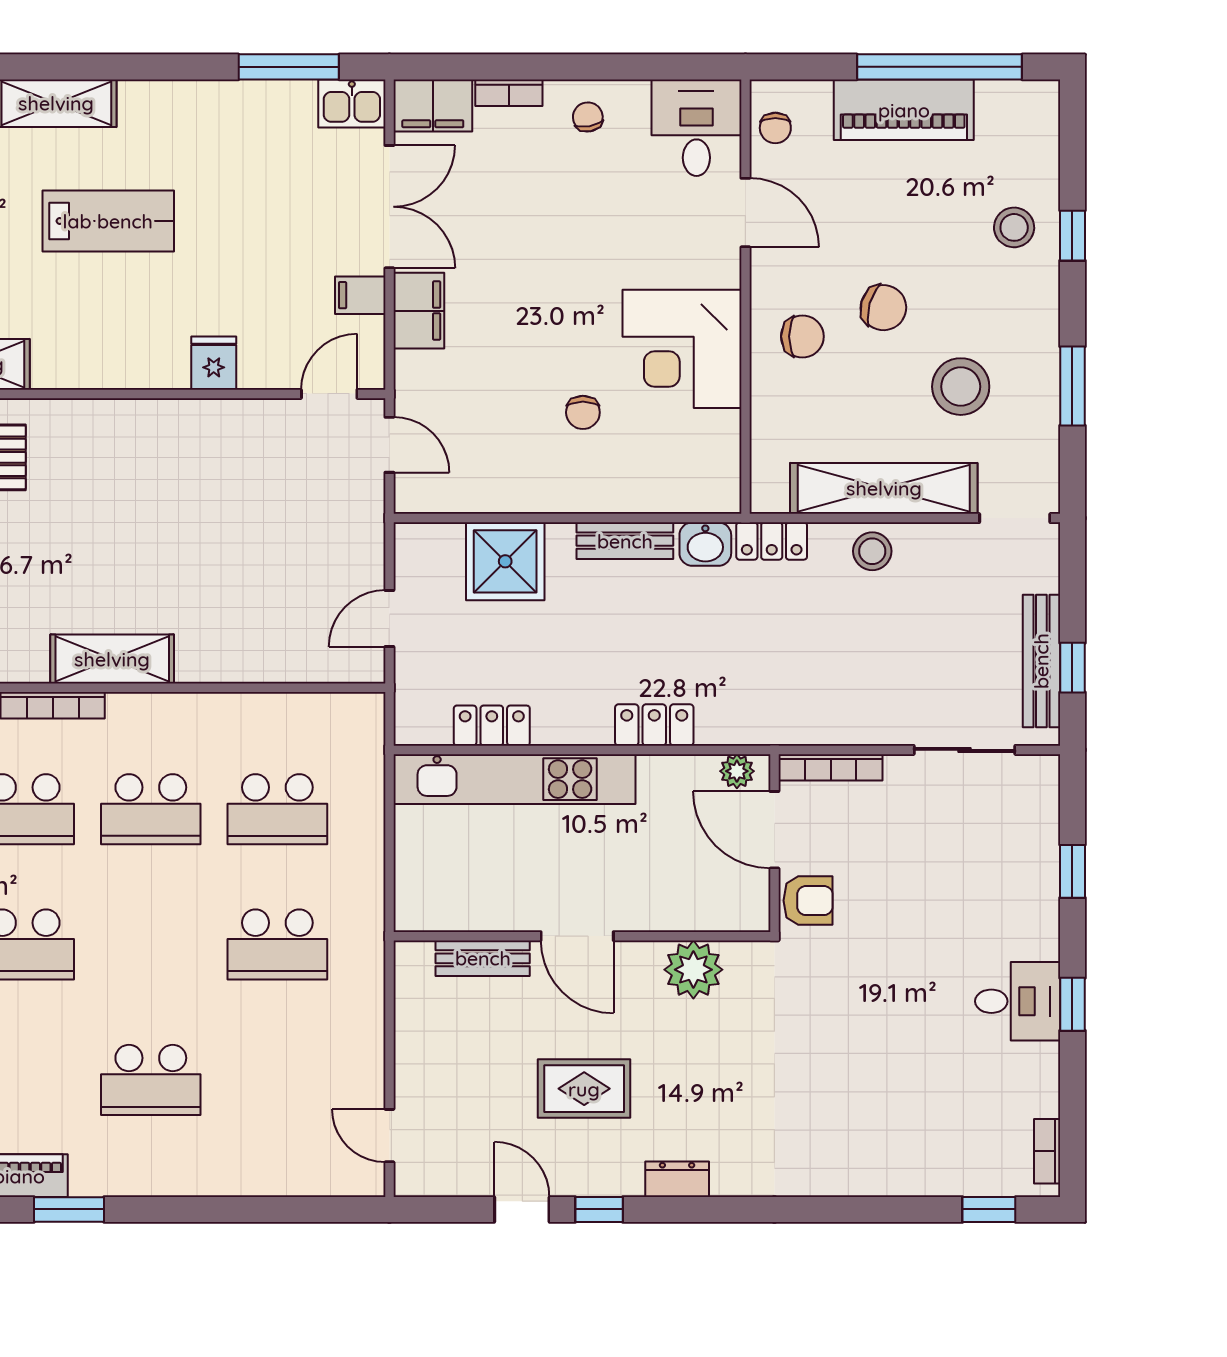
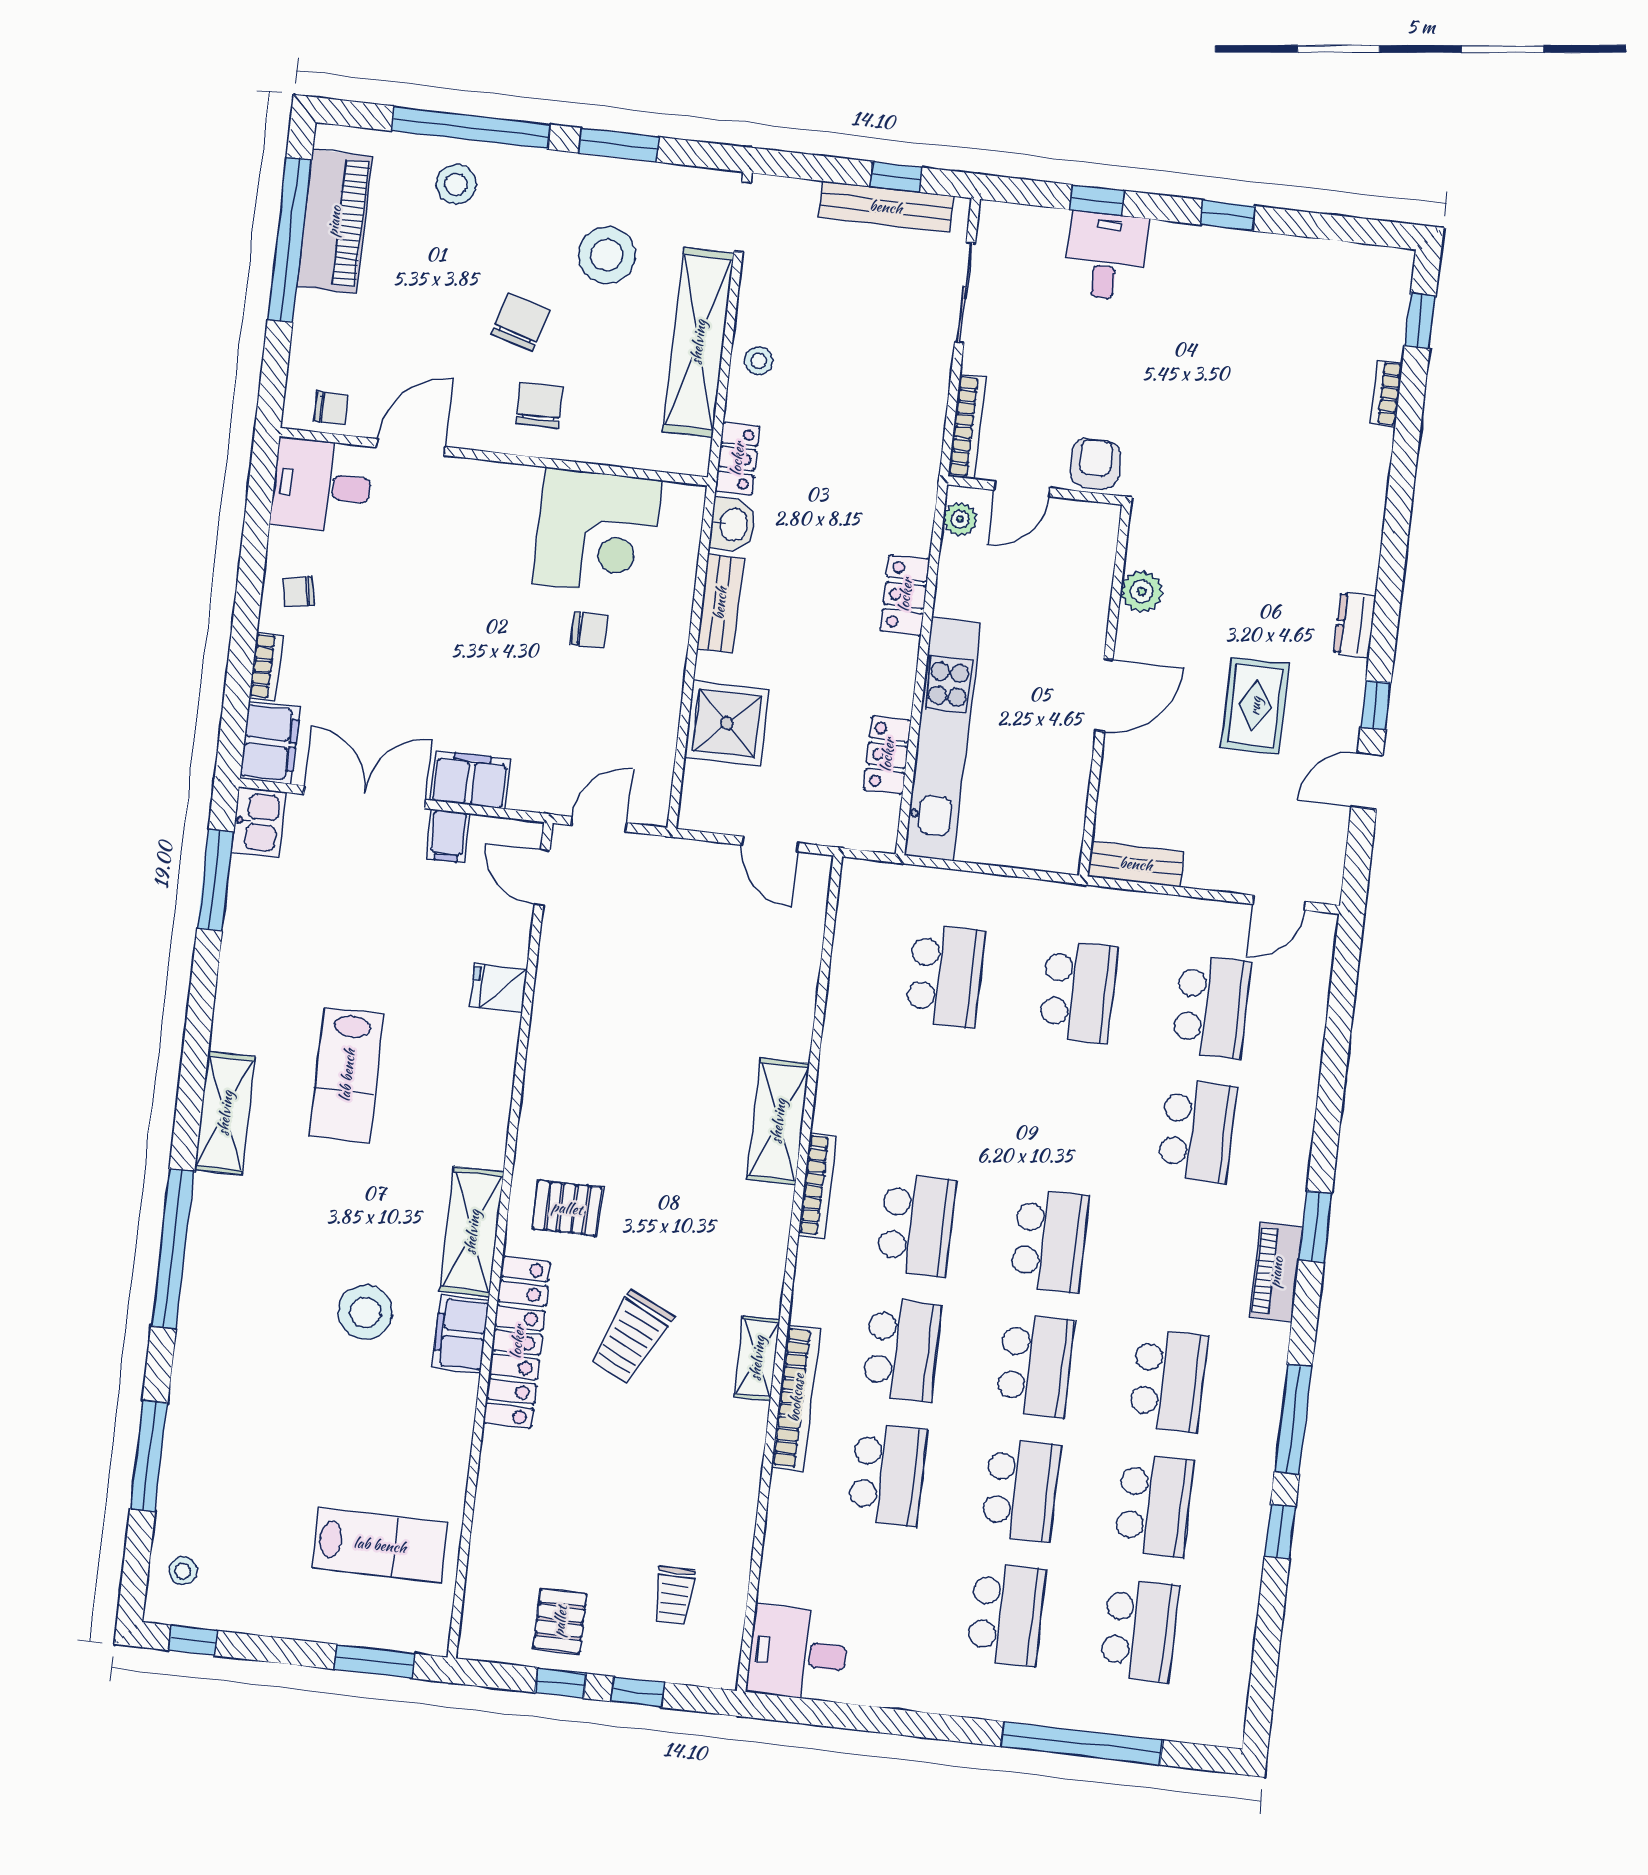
piano: (904, 110) -> (334, 221), moved
lab bench: (108, 221) -> (347, 1075), turned 180
window: (1072, 236) -> (471, 128), width x3.17
corner desk: (682, 349) -> (597, 532), moved
stool: (872, 551) -> (759, 361), width x0.73, depth x0.73
school desk: (151, 809) -> (1211, 1007), moved
door: (774, 830) -> (1022, 489), width x0.73
bench: (483, 958) -> (1136, 864), moved, turned 90
plant: (693, 970) -> (1142, 591), width x0.73, depth x0.73
desk: (1018, 1001) -> (1106, 256), moved
bookcase: (1047, 1151) -> (1386, 393), moved, turned 90

